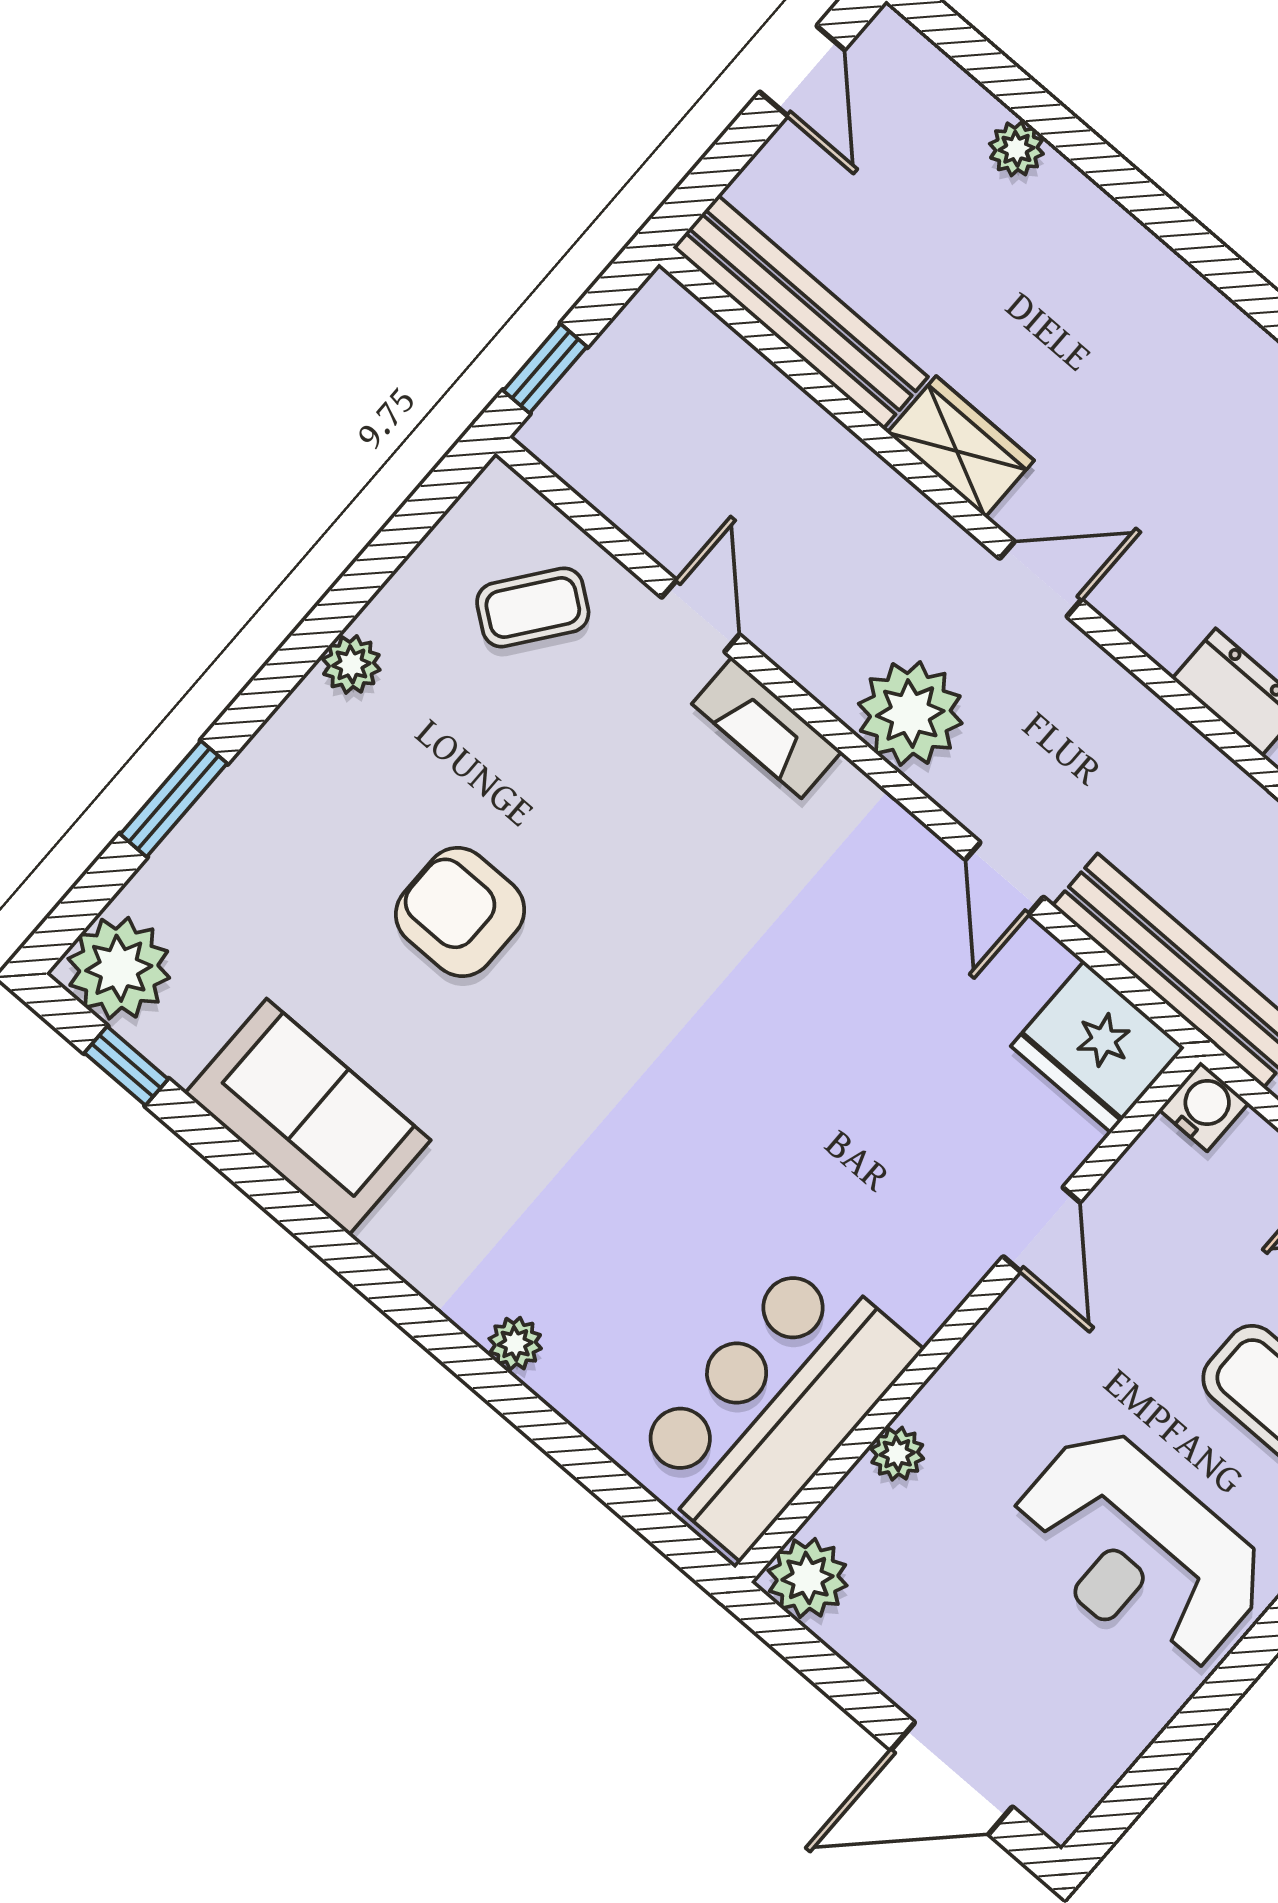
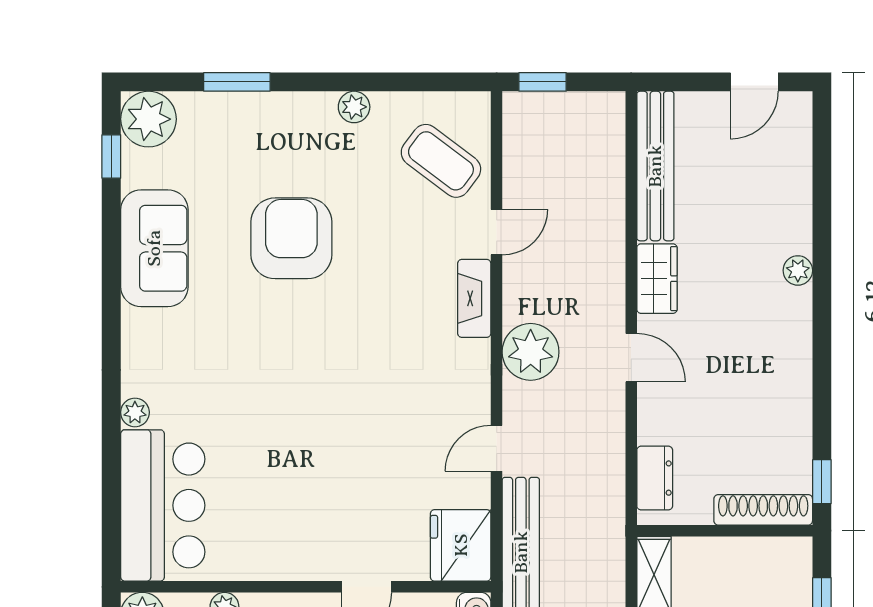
plant: (1016, 149) -> (798, 270), moved
coffee table: (533, 607) -> (441, 161), width x1.36, depth x1.30
armchair: (460, 912) -> (291, 238), width x1.36, depth x1.36
bar counter: (773, 1405) -> (163, 505), moved, turned 90

